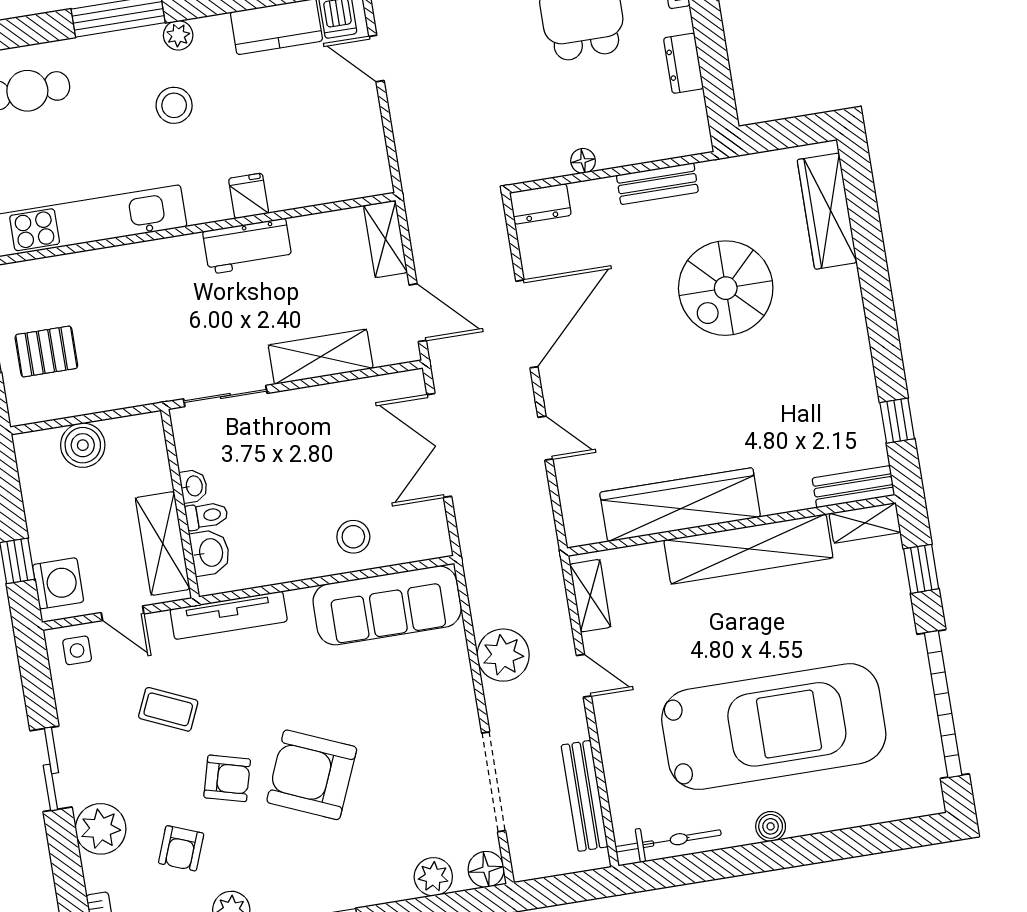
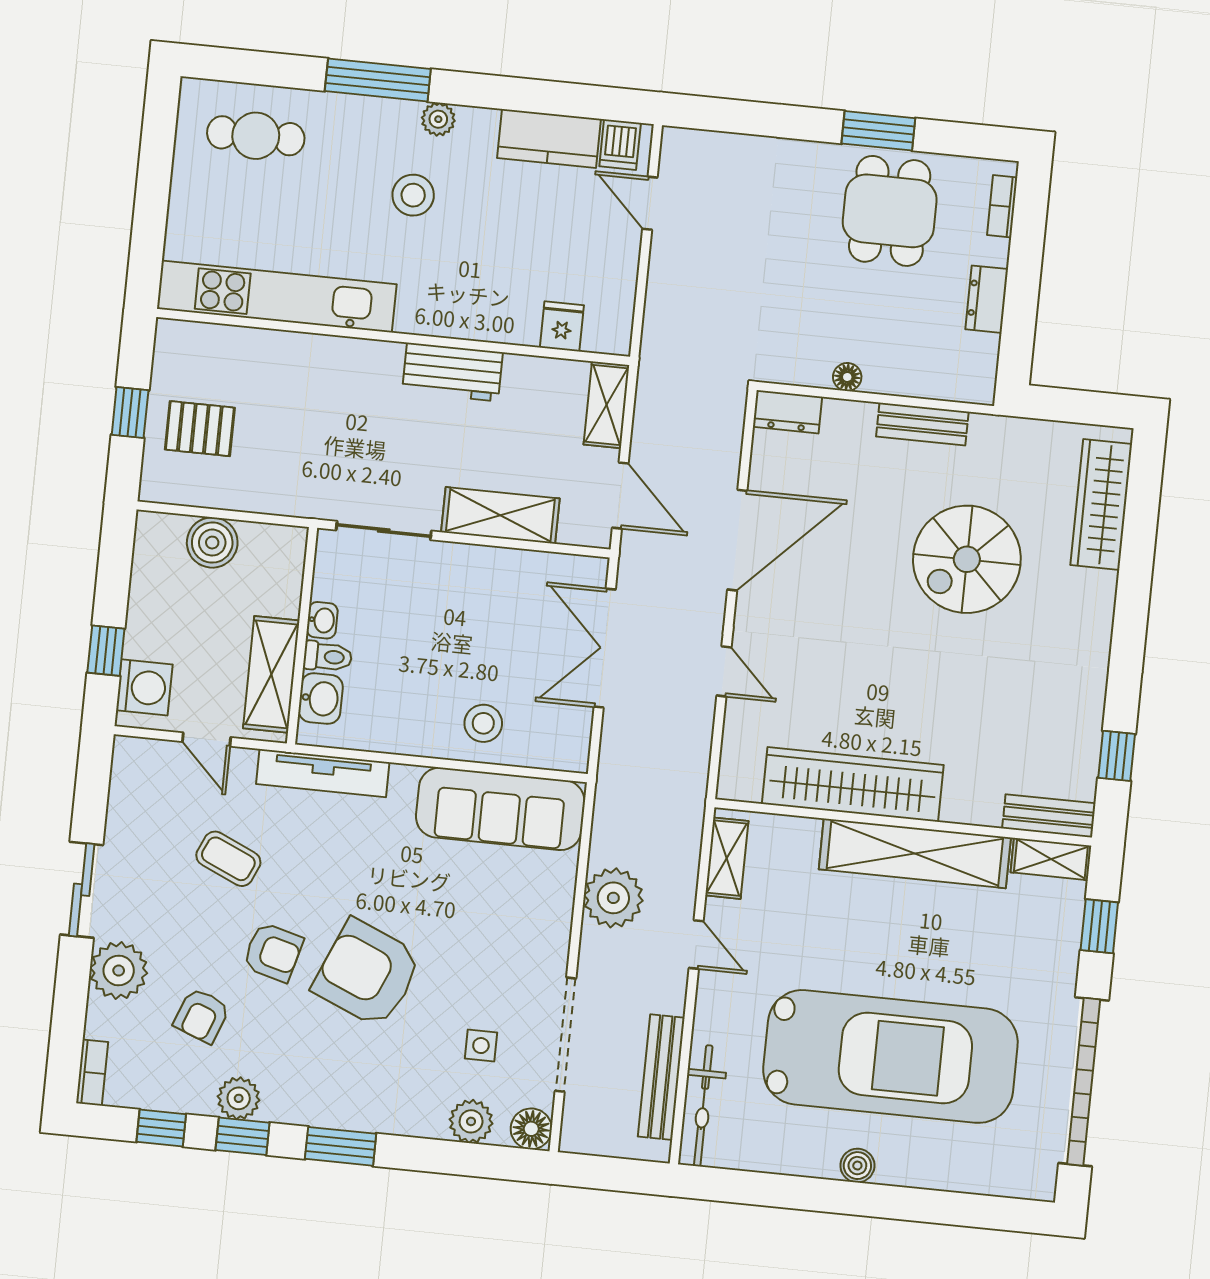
fridge: (249, 196) -> (562, 326), moved
side table: (77, 650) -> (481, 1046), moved
bicycle: (668, 841) -> (703, 1106), moved, turned 90

